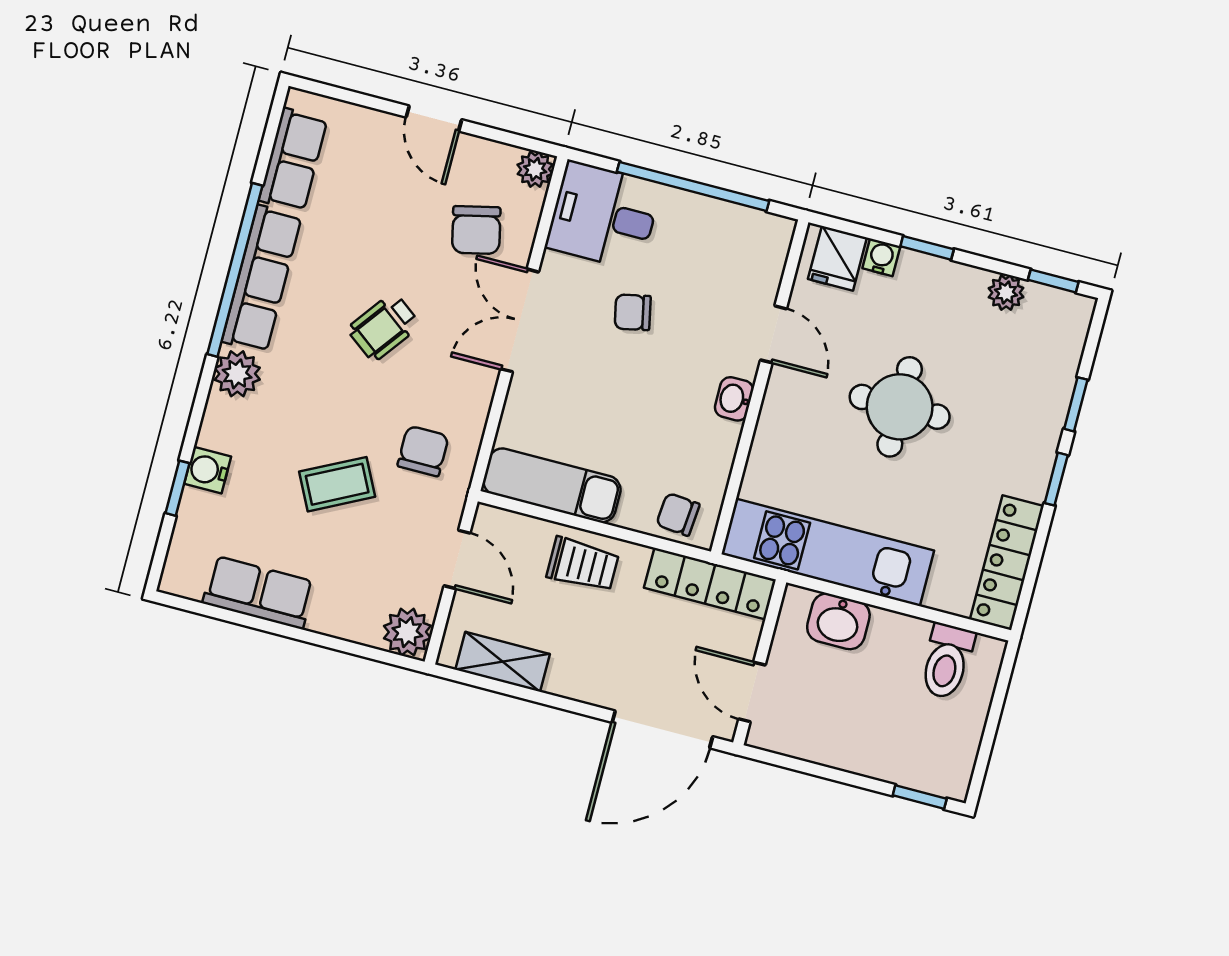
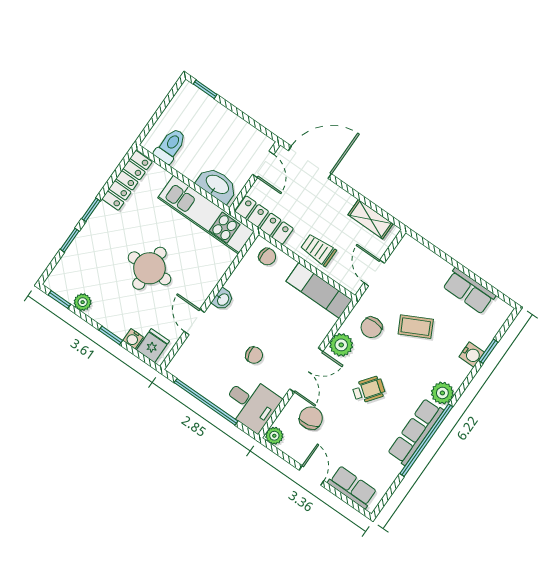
row of seats: (293, 160) -> (352, 487), moved, turned 90
washbasin: (838, 621) -> (217, 185), width x1.38
plant: (407, 632) -> (341, 345), moved

